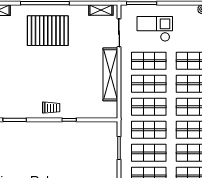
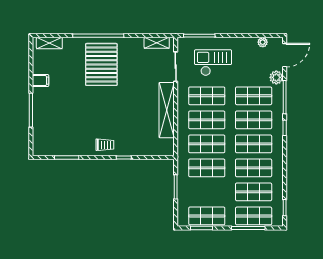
pallet: (48, 31) -> (101, 64), turned 90
shop shelf: (149, 153) -> (207, 192), removed

